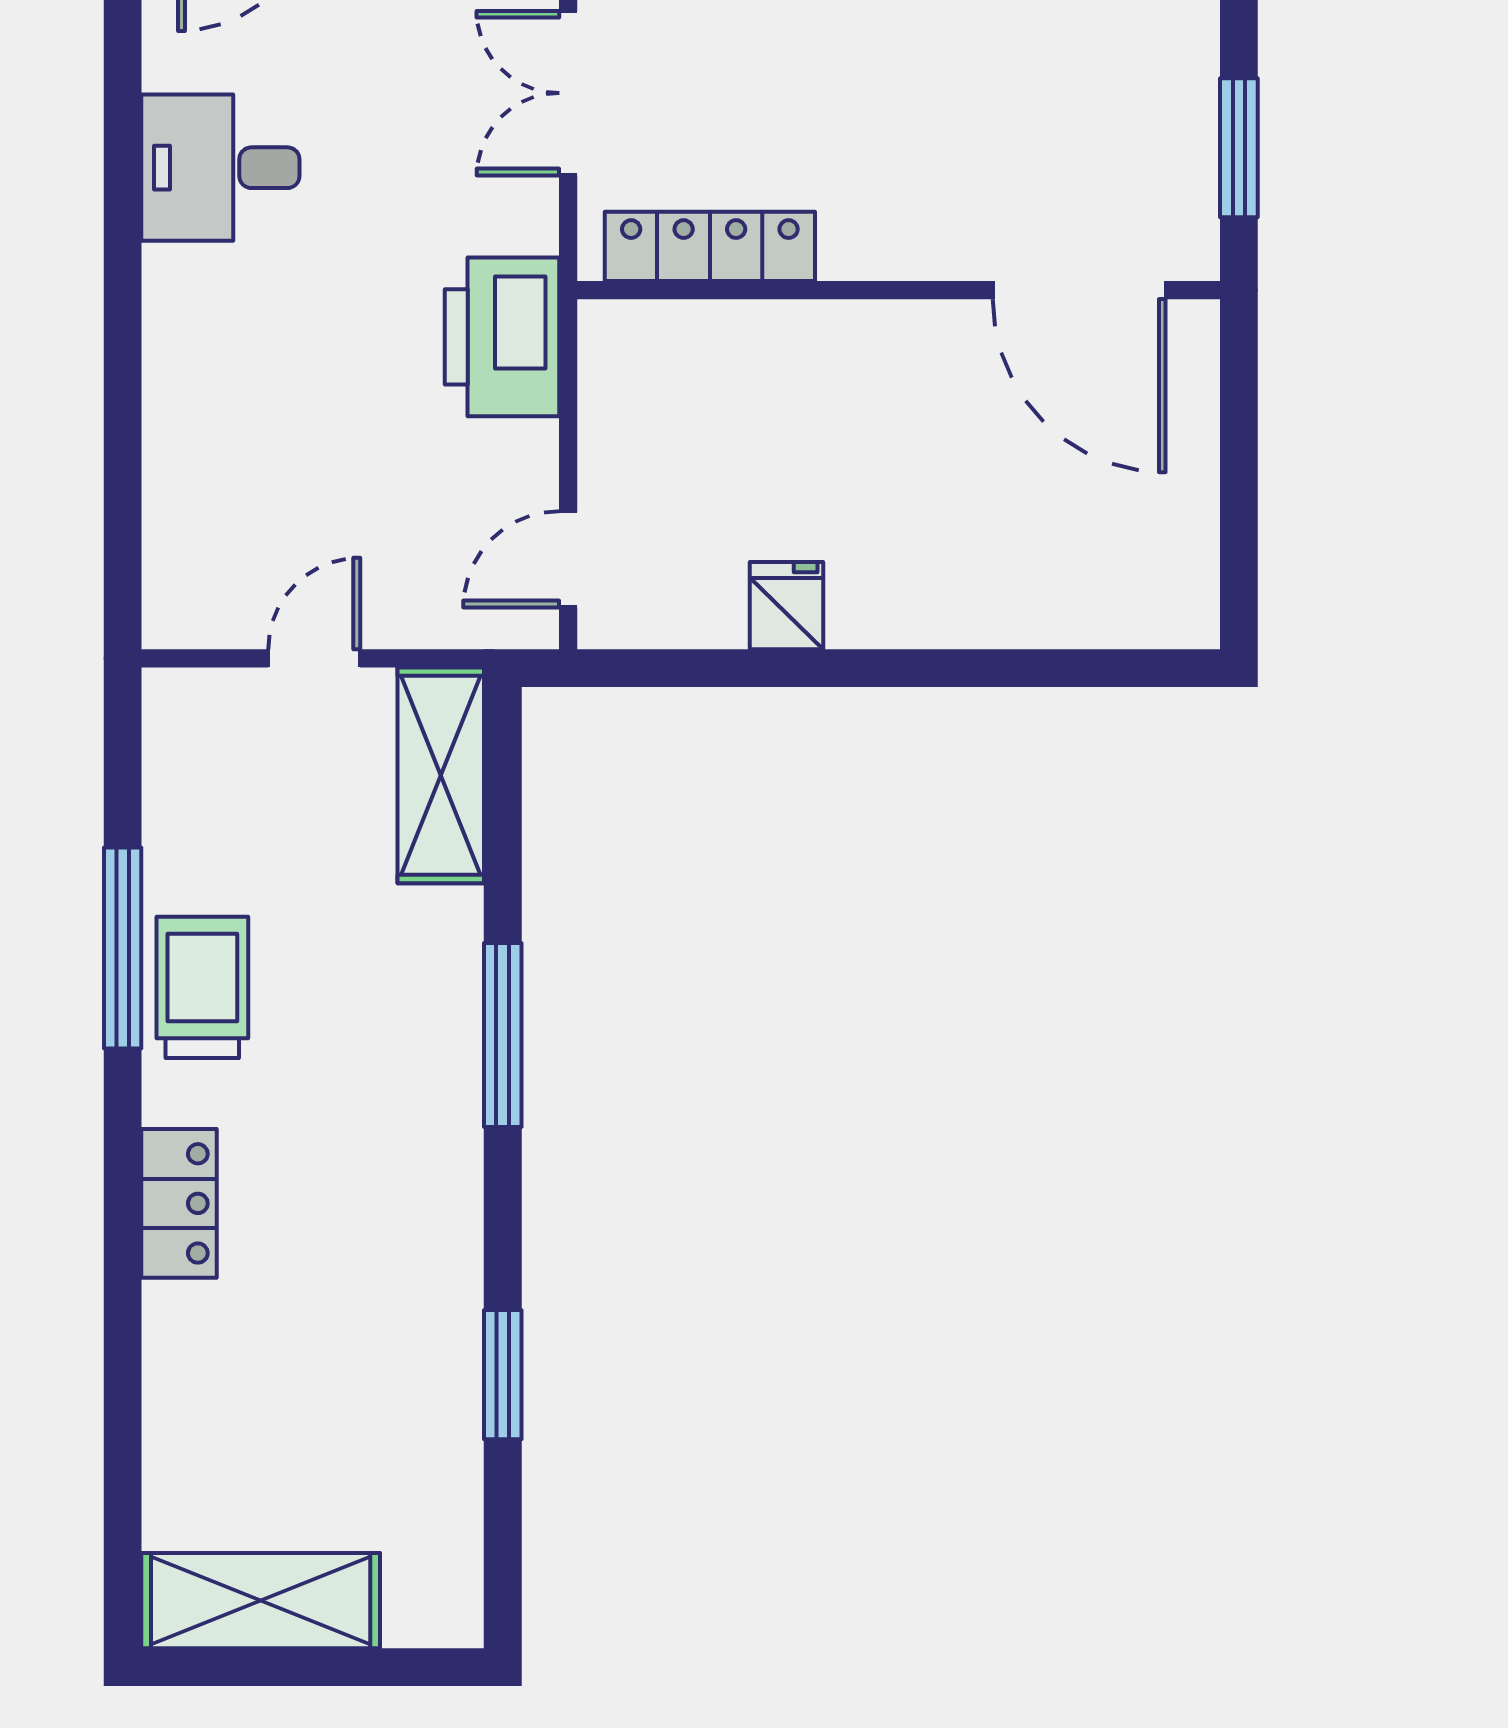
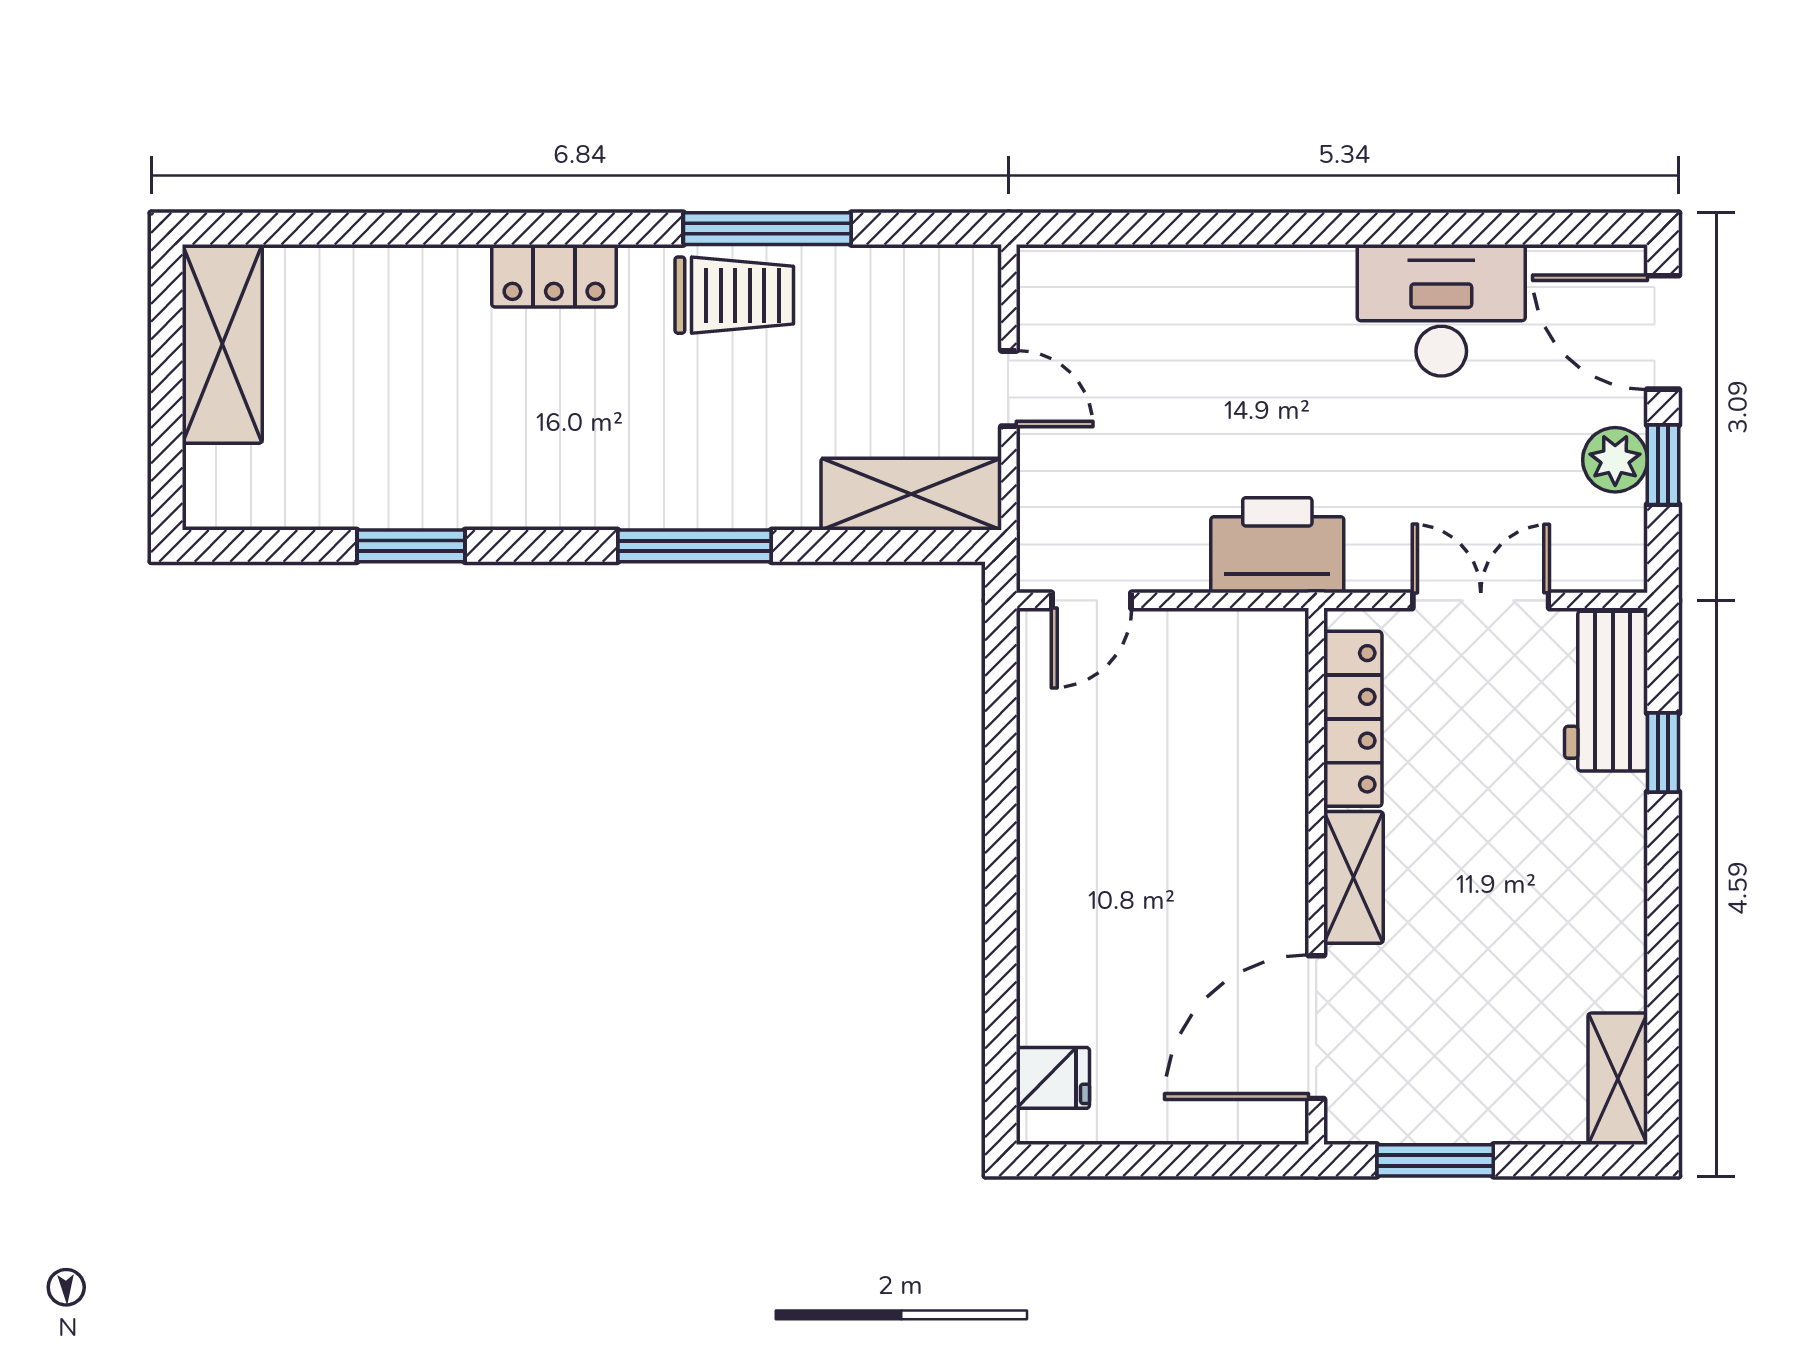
desk: (220, 168) -> (1441, 310), width x1.37
shelving: (900, 246) -> (1353, 877), added
door: (568, 559) -> (1091, 600), swing flipped
fridge: (787, 606) -> (1053, 1078), moved

